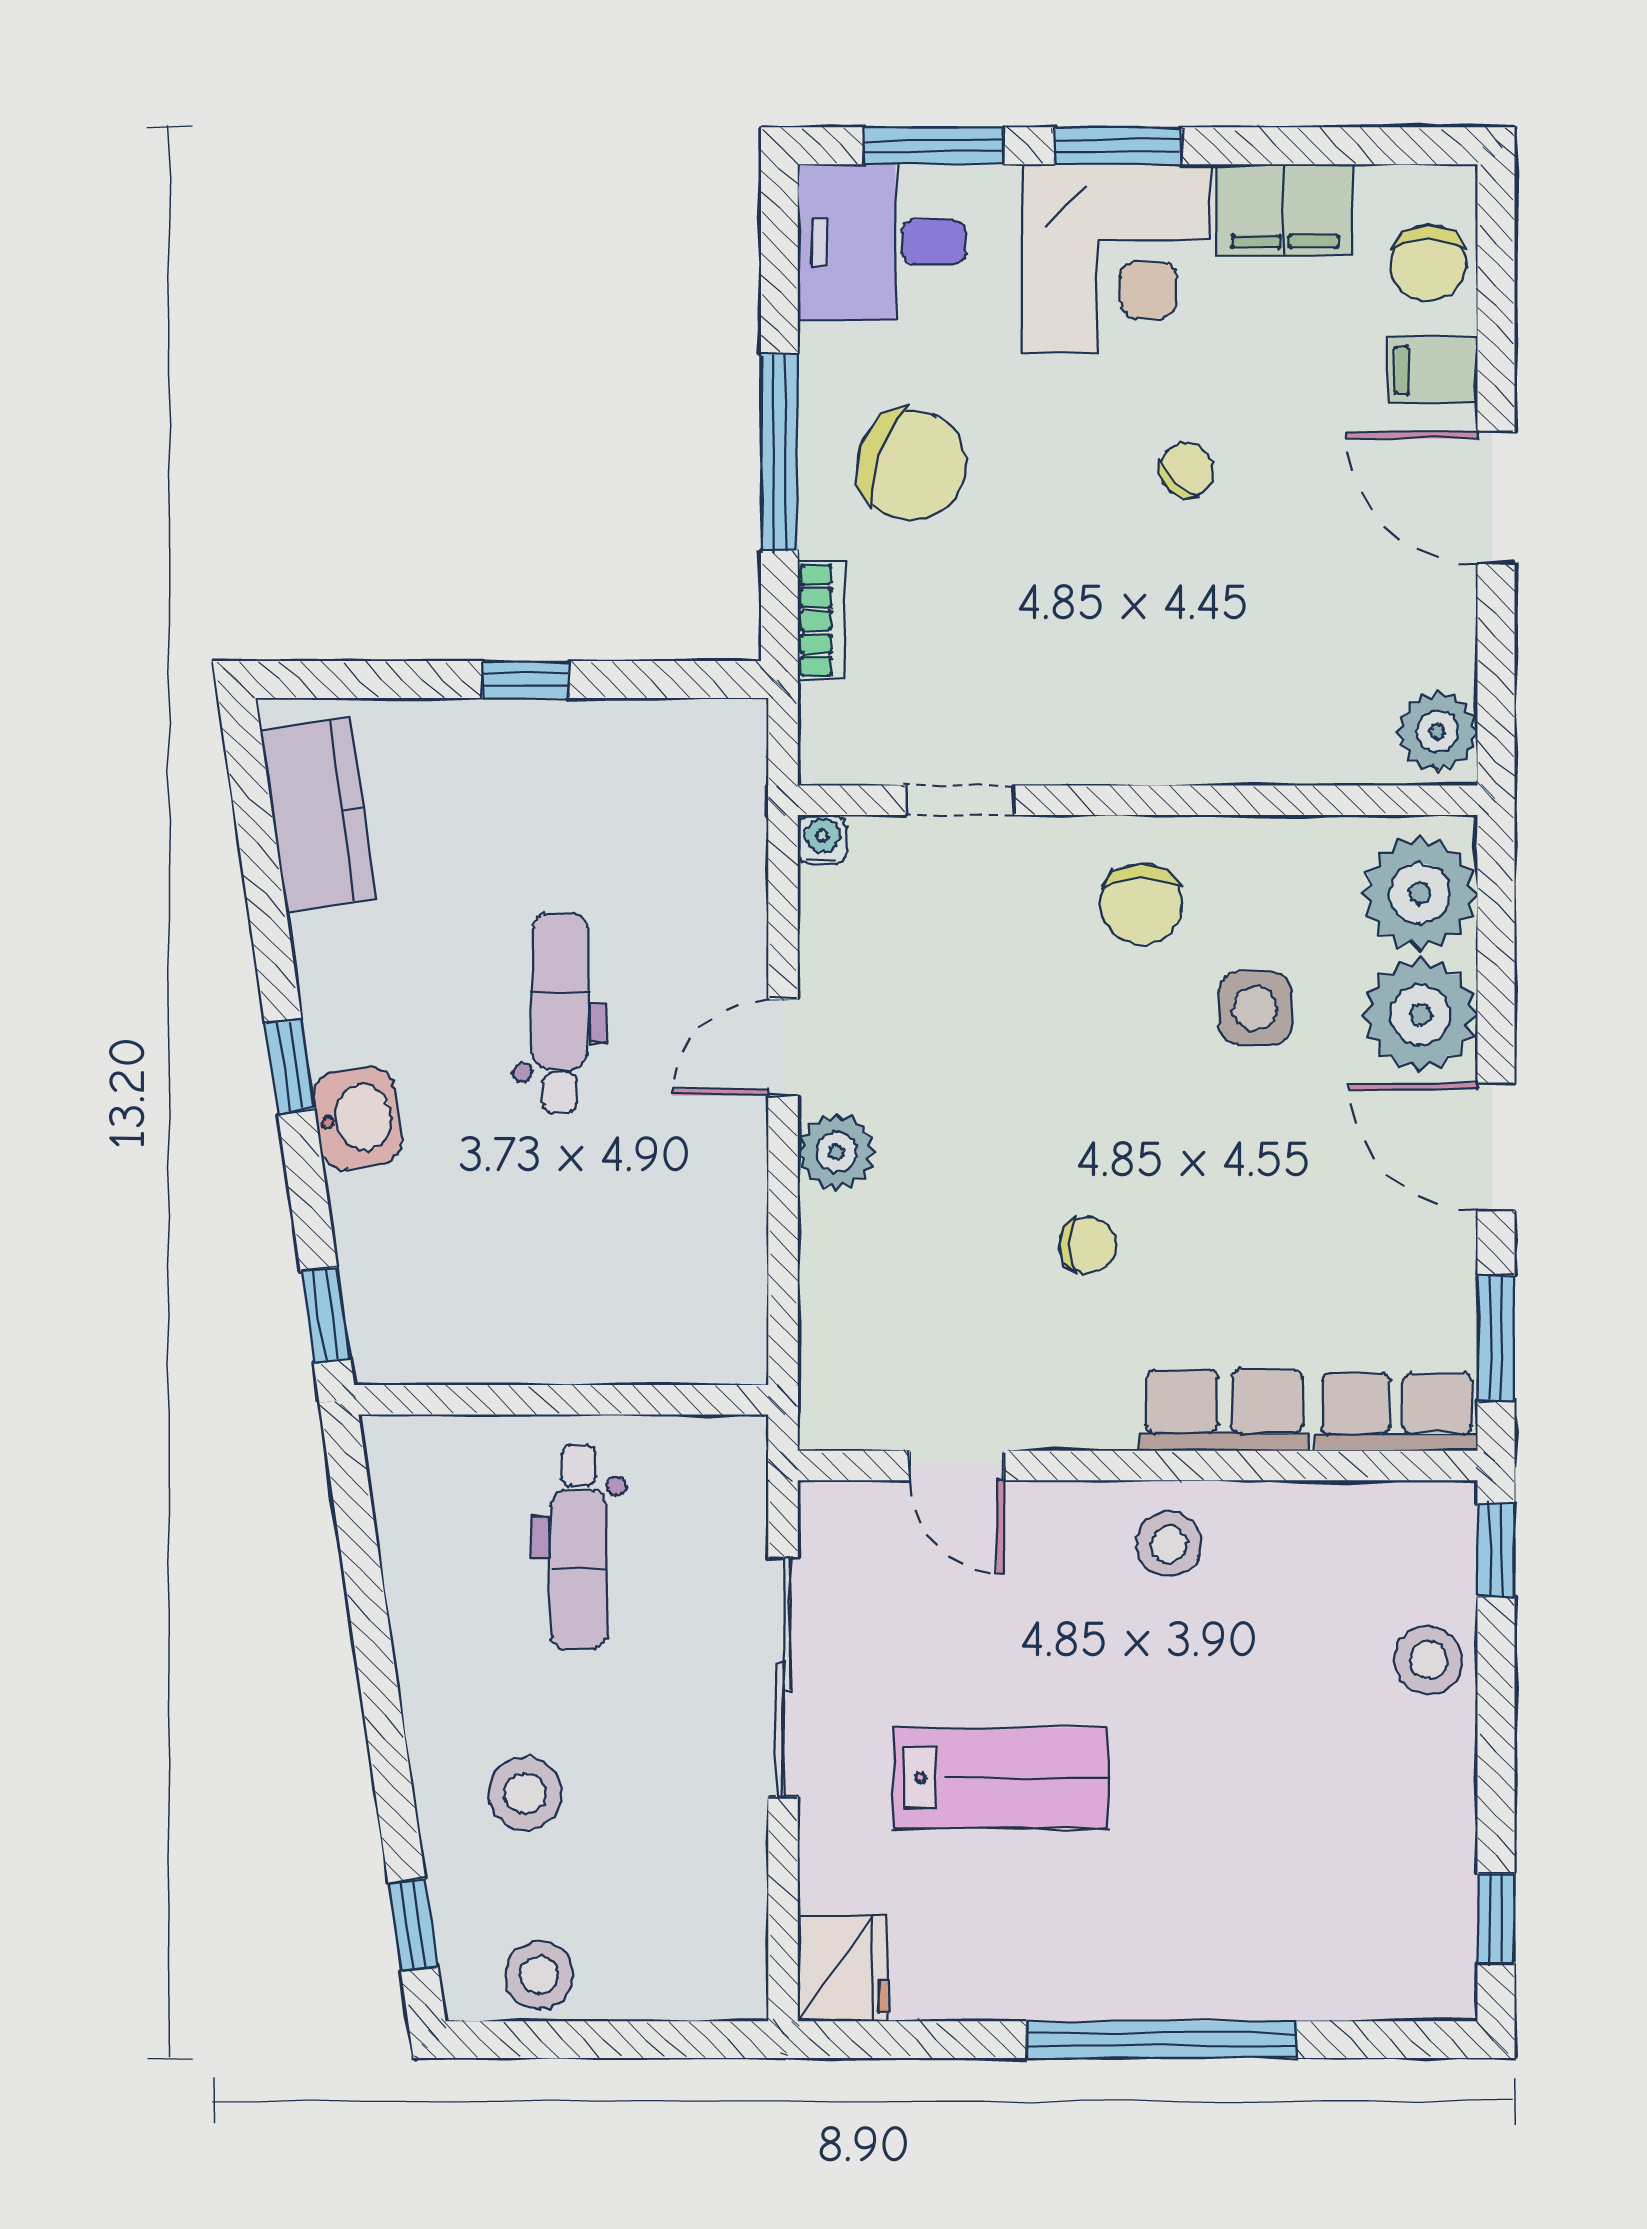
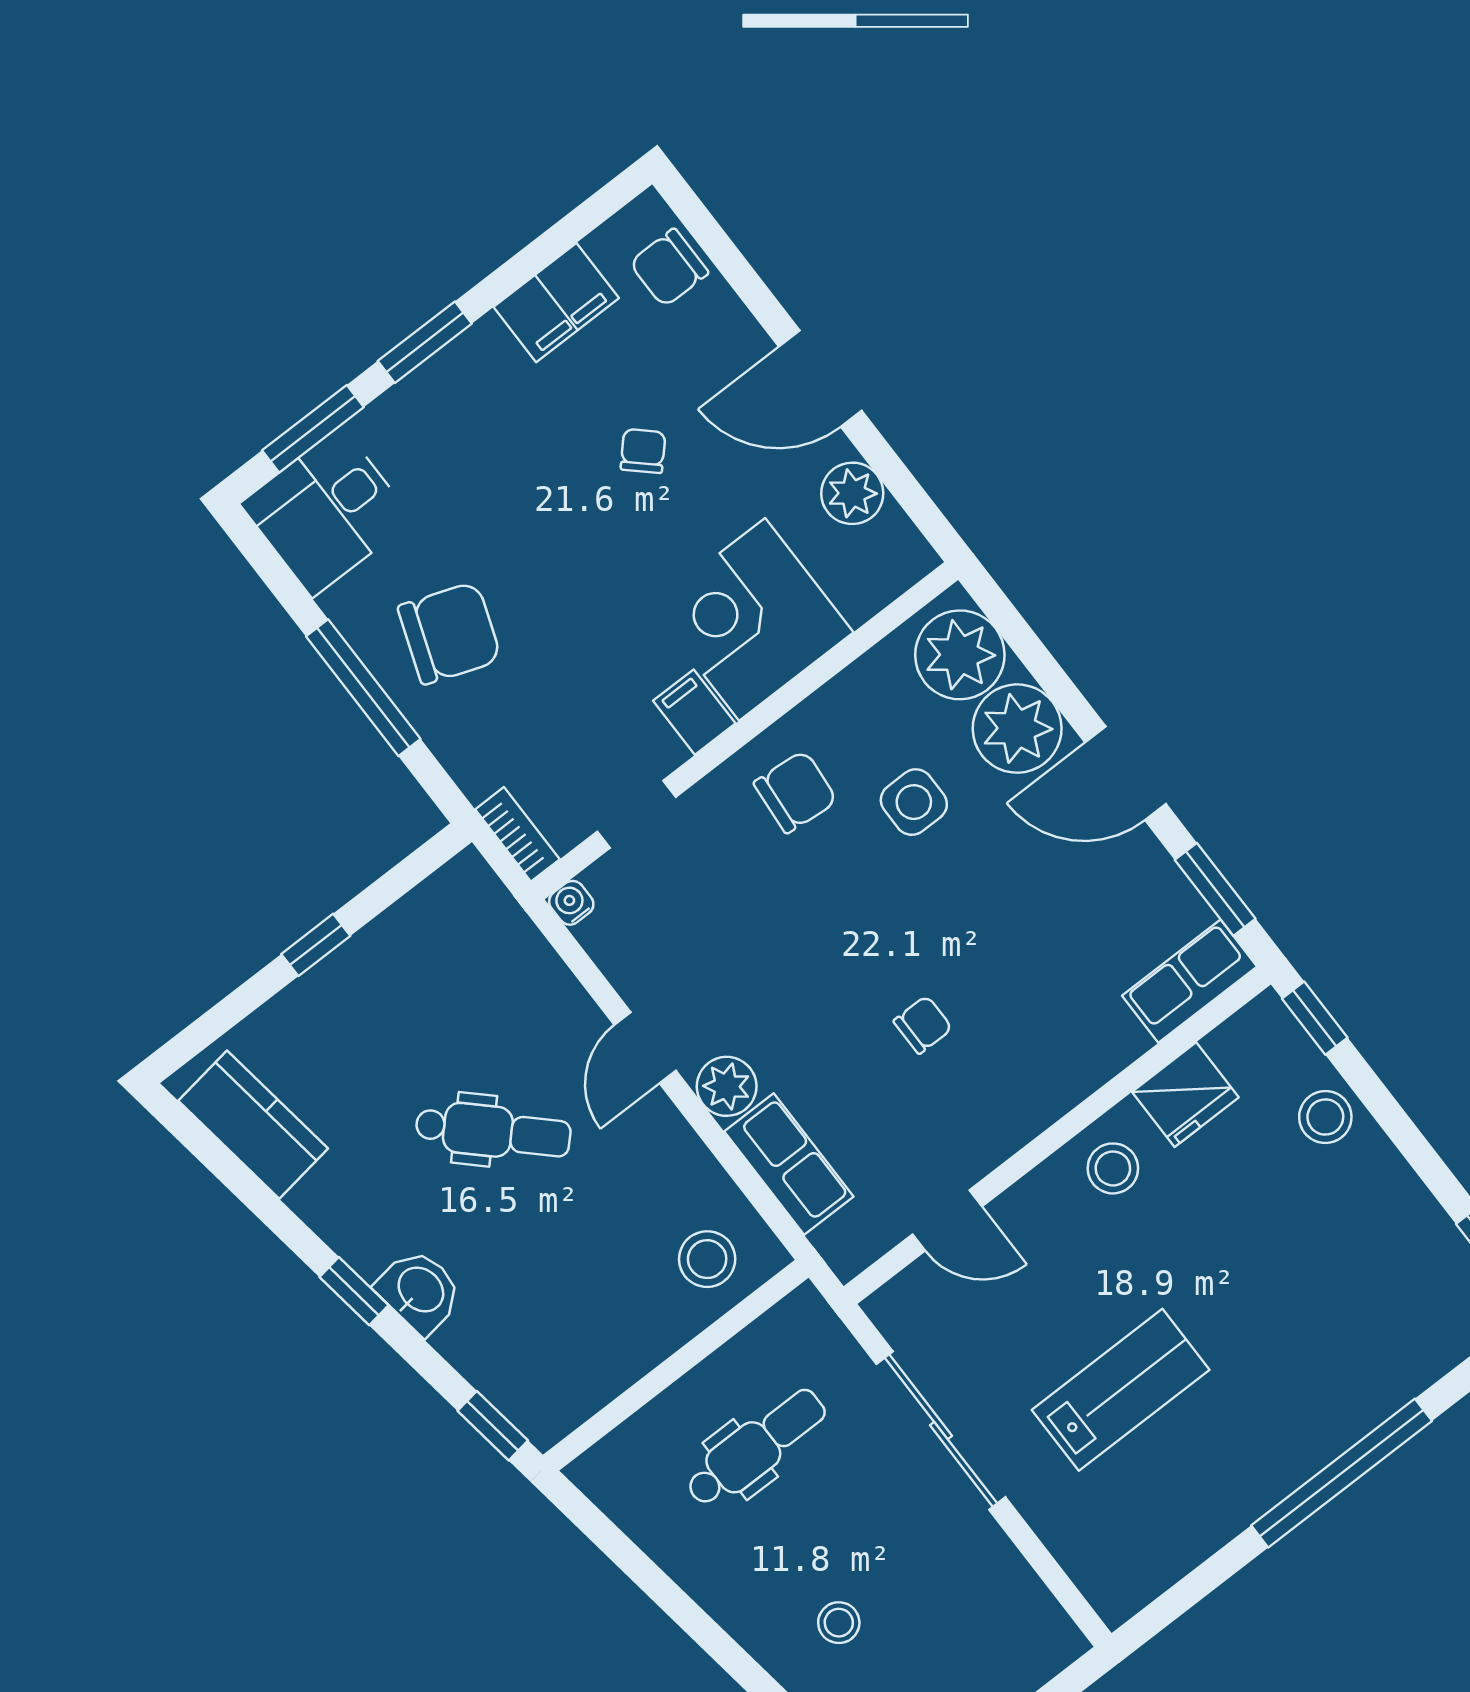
corner desk: (1117, 258) -> (752, 619), moved, turned 180
chair: (1428, 263) -> (669, 268), turned 90
filing cabinet: (1433, 370) -> (694, 712), moved, turned 90
chair: (1187, 470) -> (643, 451), moved
bookcase: (822, 621) -> (517, 834), moved
plant: (1438, 731) -> (852, 493), moved
chair: (1141, 904) -> (795, 792), turned -85
dental chair: (560, 1013) -> (493, 1131), turned 134
stool: (679, 1314) -> (707, 1259), added
row of seats: (1224, 1410) -> (789, 1164), moved, turned 90
dental chair: (579, 1547) -> (756, 1448), turned -90
stool: (525, 1793) -> (839, 1623), width x0.73, depth x0.73
fridge: (843, 1969) -> (1185, 1095), moved, turned 90

